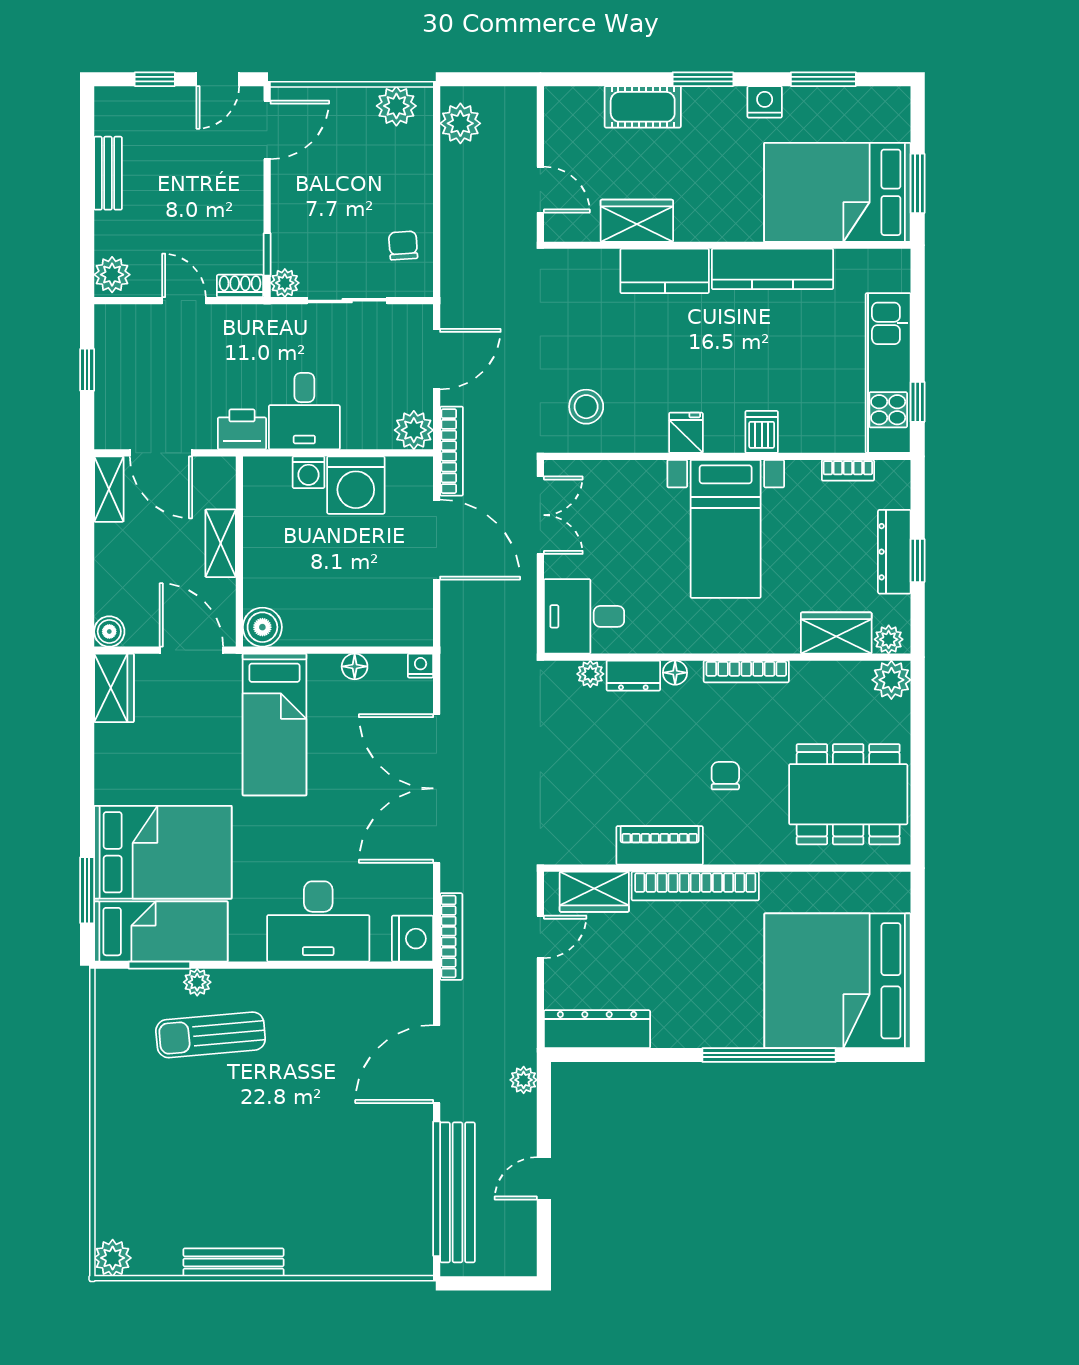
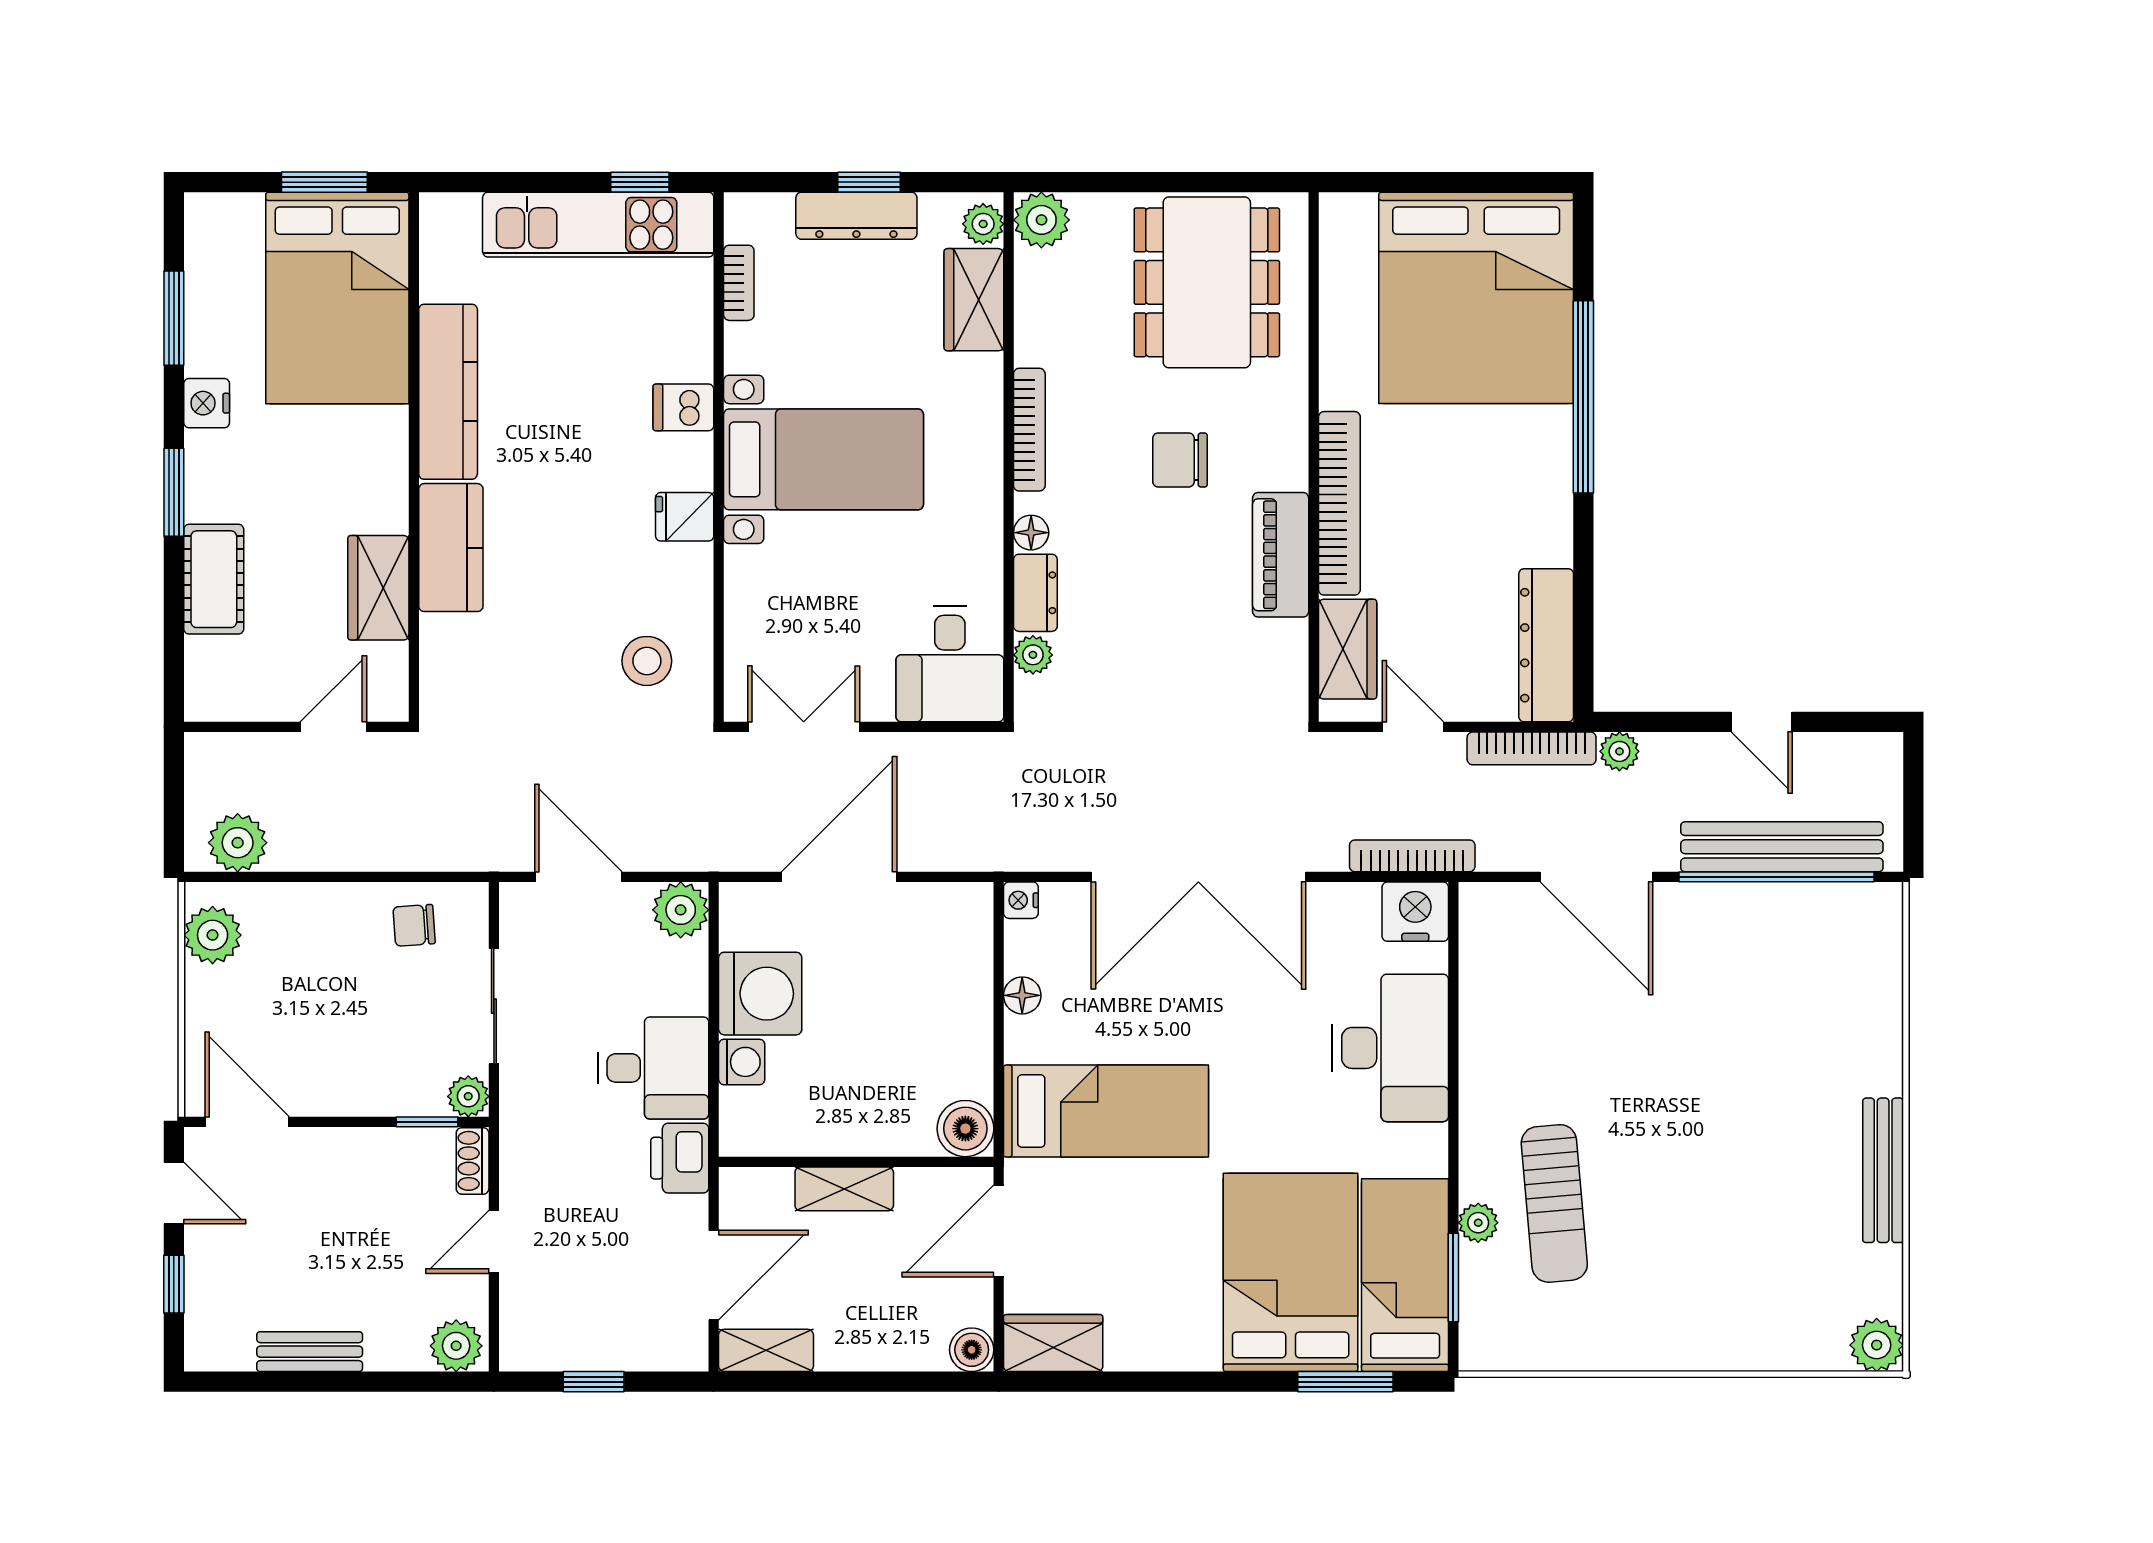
bookcase: (452, 451) -> (1532, 748), moved, turned 180
chair: (725, 776) -> (1180, 460), width x1.37, depth x1.37

